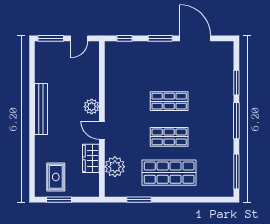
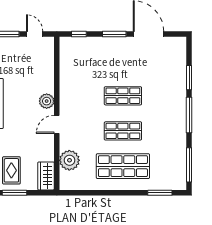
door: (79, 38) -> (35, 34), swing flipped
door: (102, 130) -> (57, 124), hinge flipped
wardrobe: (91, 158) -> (46, 176), moved
window: (139, 200) -> (160, 193), moved

